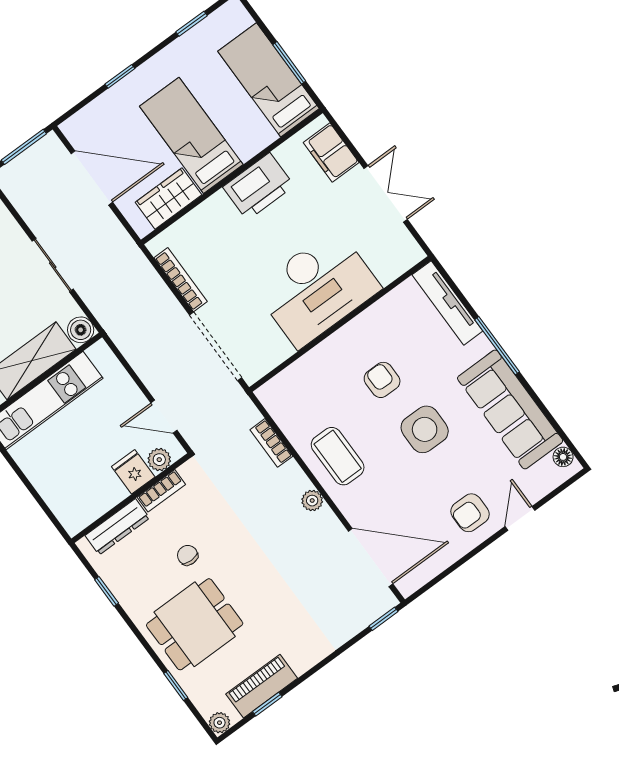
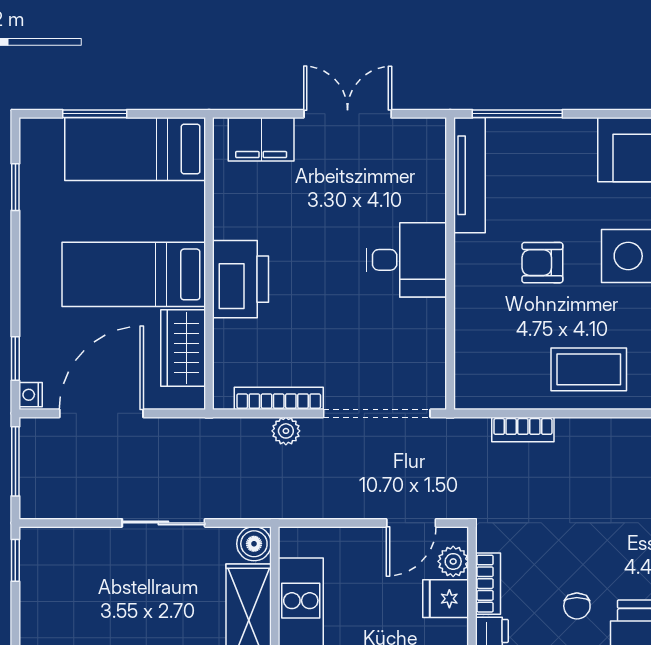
window: (289, 63) -> (95, 114), moved
window: (120, 76) -> (15, 358), moved
nightstand: (71, 126) -> (31, 395), added
printer: (259, 186) -> (240, 279), moved
desk: (317, 288) -> (406, 260), width x0.53, depth x0.77
tv unit: (447, 303) -> (469, 175), moved, turned -90
window: (497, 346) -> (517, 114), moved
plant: (312, 501) -> (286, 431), moved
chair: (188, 555) -> (577, 606), turned -90

